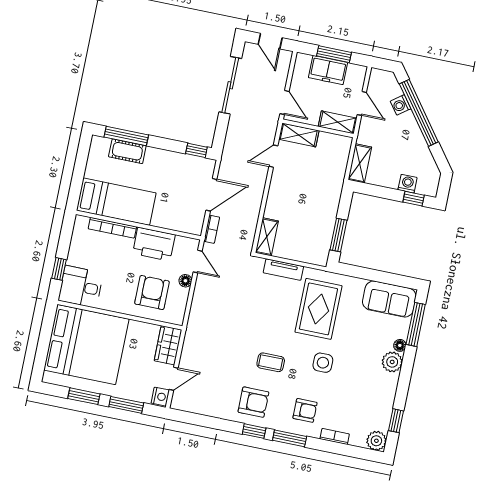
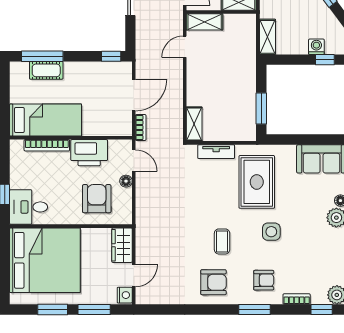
coffee table: (271, 362) -> (222, 241), turned 90
window: (254, 431) -> (322, 309), moved

